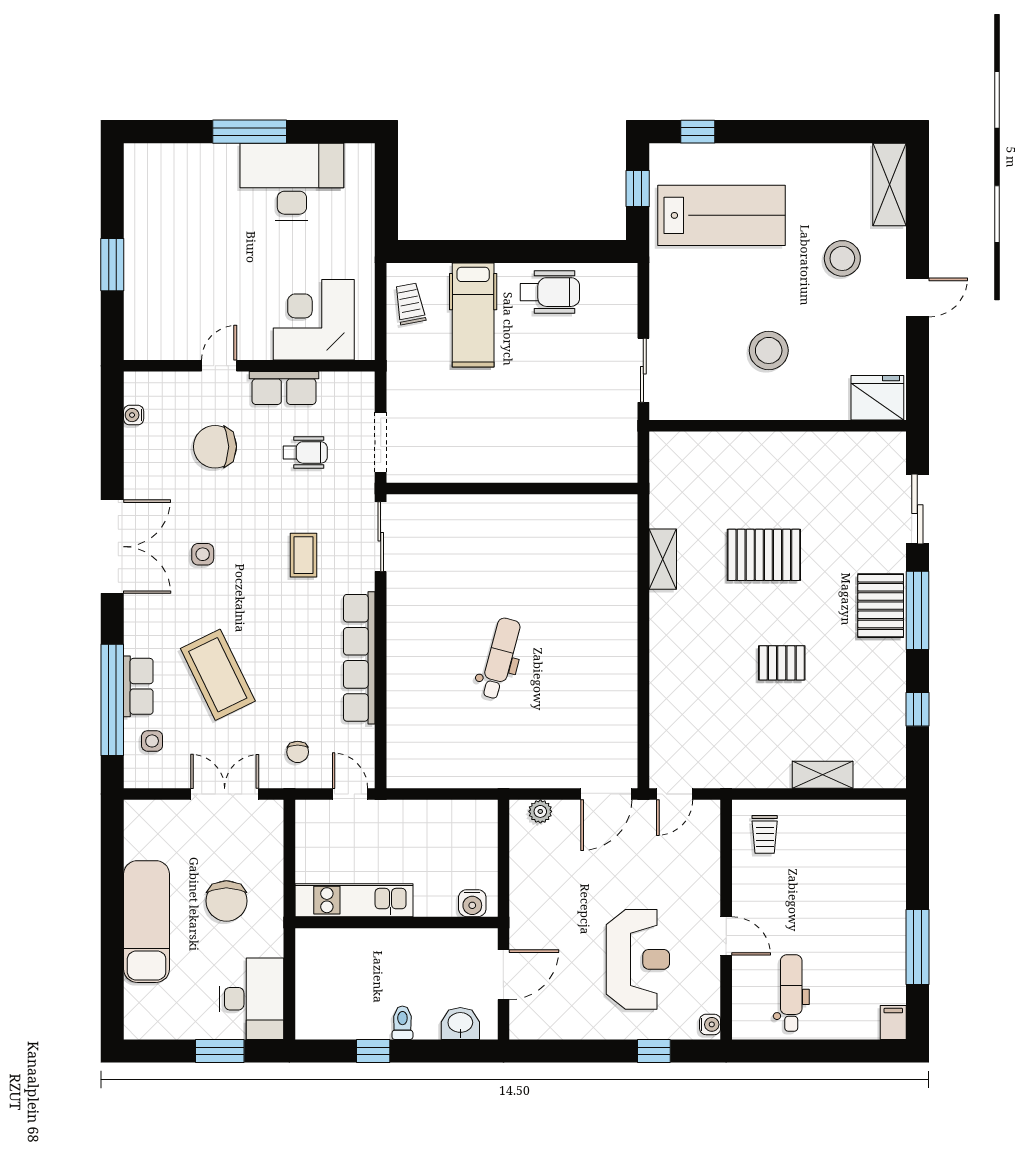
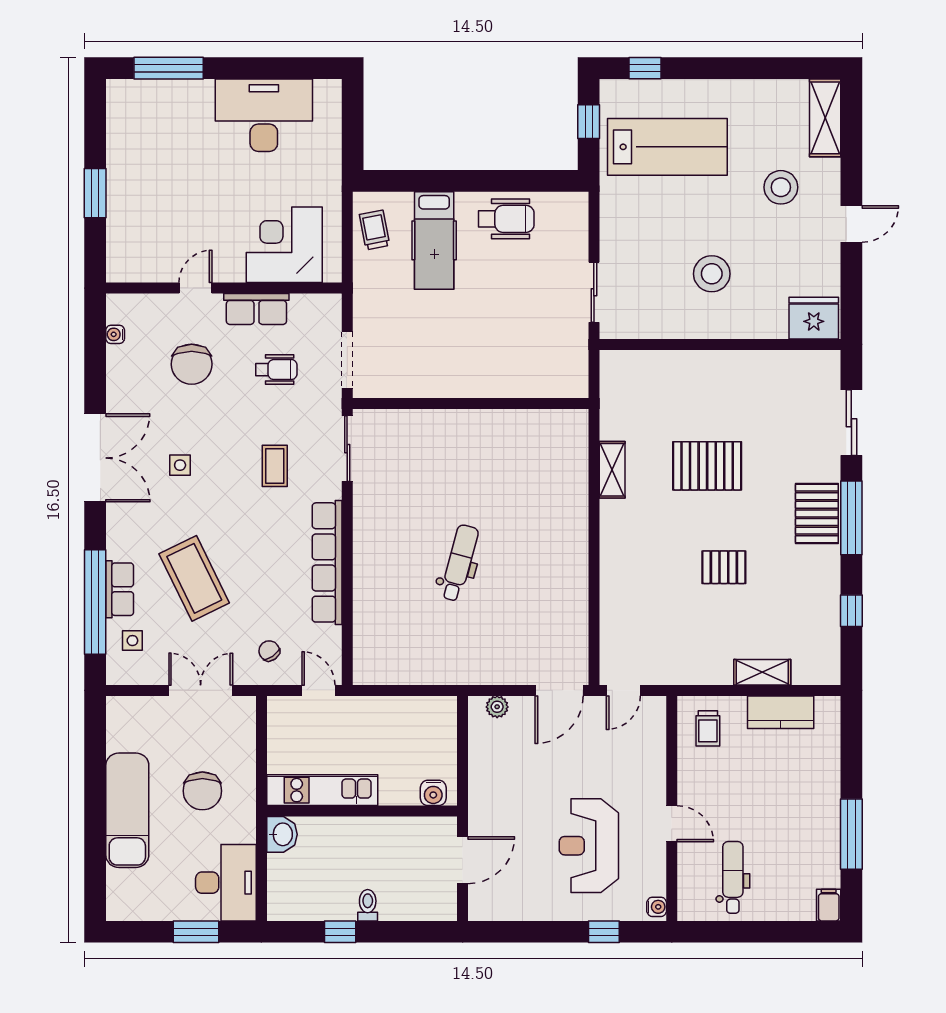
window: (250, 132) -> (169, 68), moved
chair: (215, 447) -> (192, 364), turned -90
chair: (298, 752) -> (269, 651), turned 145
kitchen counter: (842, 817) -> (781, 712), added
reception desk: (638, 959) -> (589, 846), turned 180
washbasin: (460, 1023) -> (282, 834), moved, turned 90

